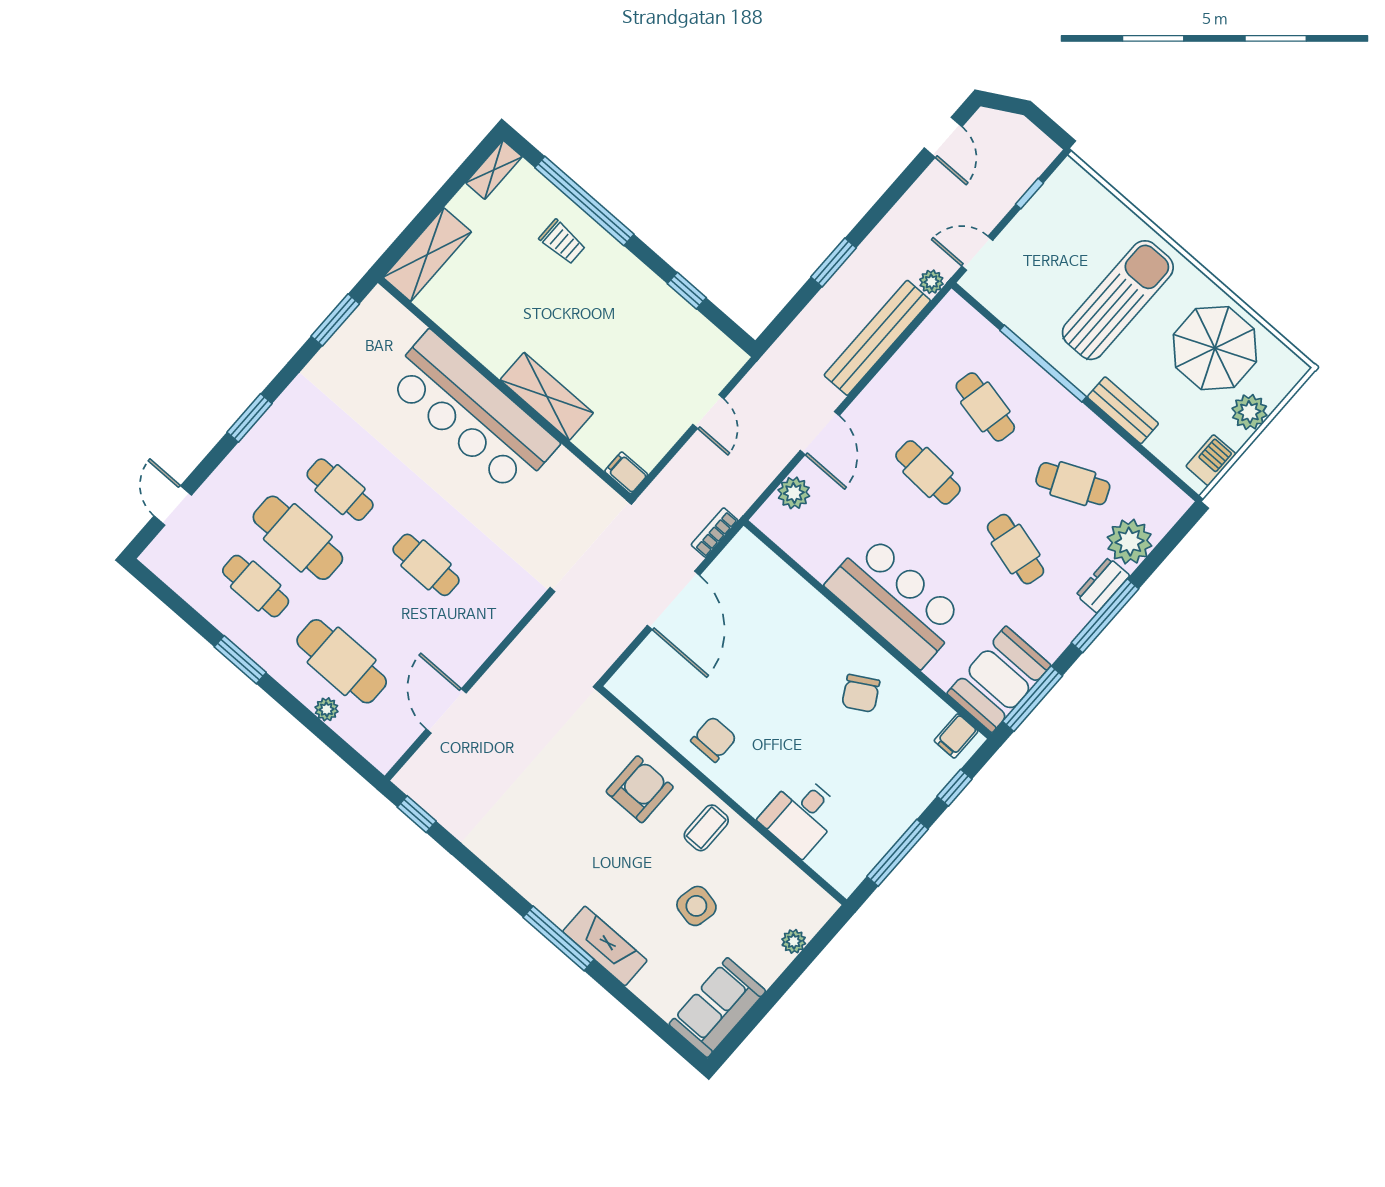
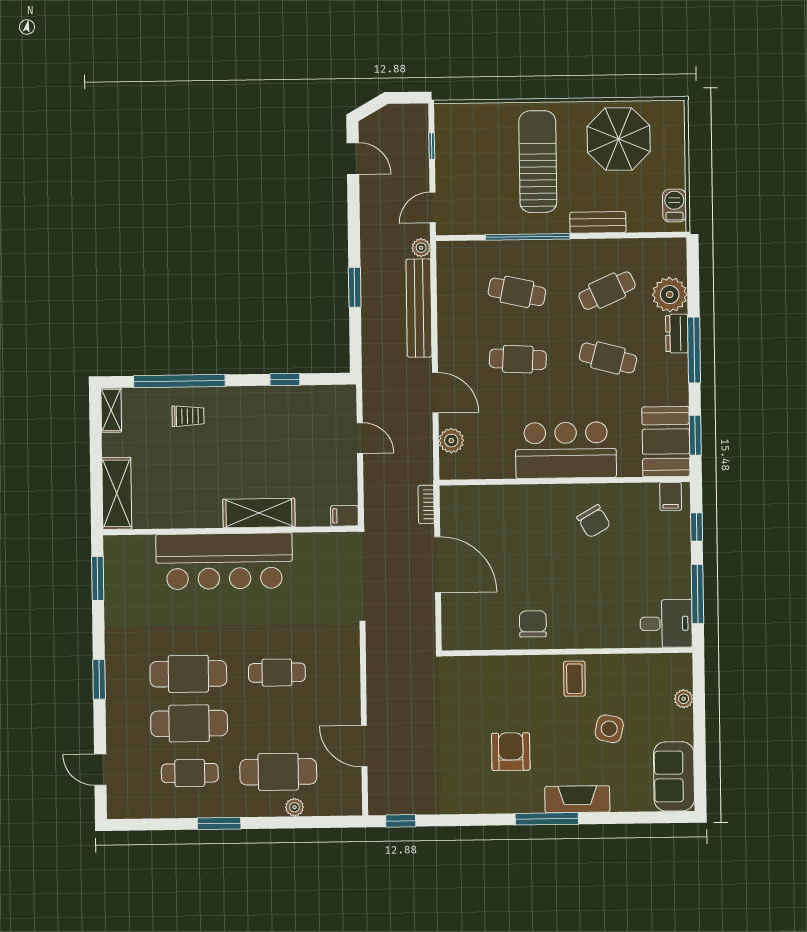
plant: (1249, 412) -> (672, 158), removed
cafe table: (340, 490) -> (188, 674), width x1.37, depth x1.35
window: (1032, 699) -> (695, 435), width x0.69
armchair: (640, 789) -> (511, 752), moved
desk: (801, 815) -> (666, 624), moved, turned -90

